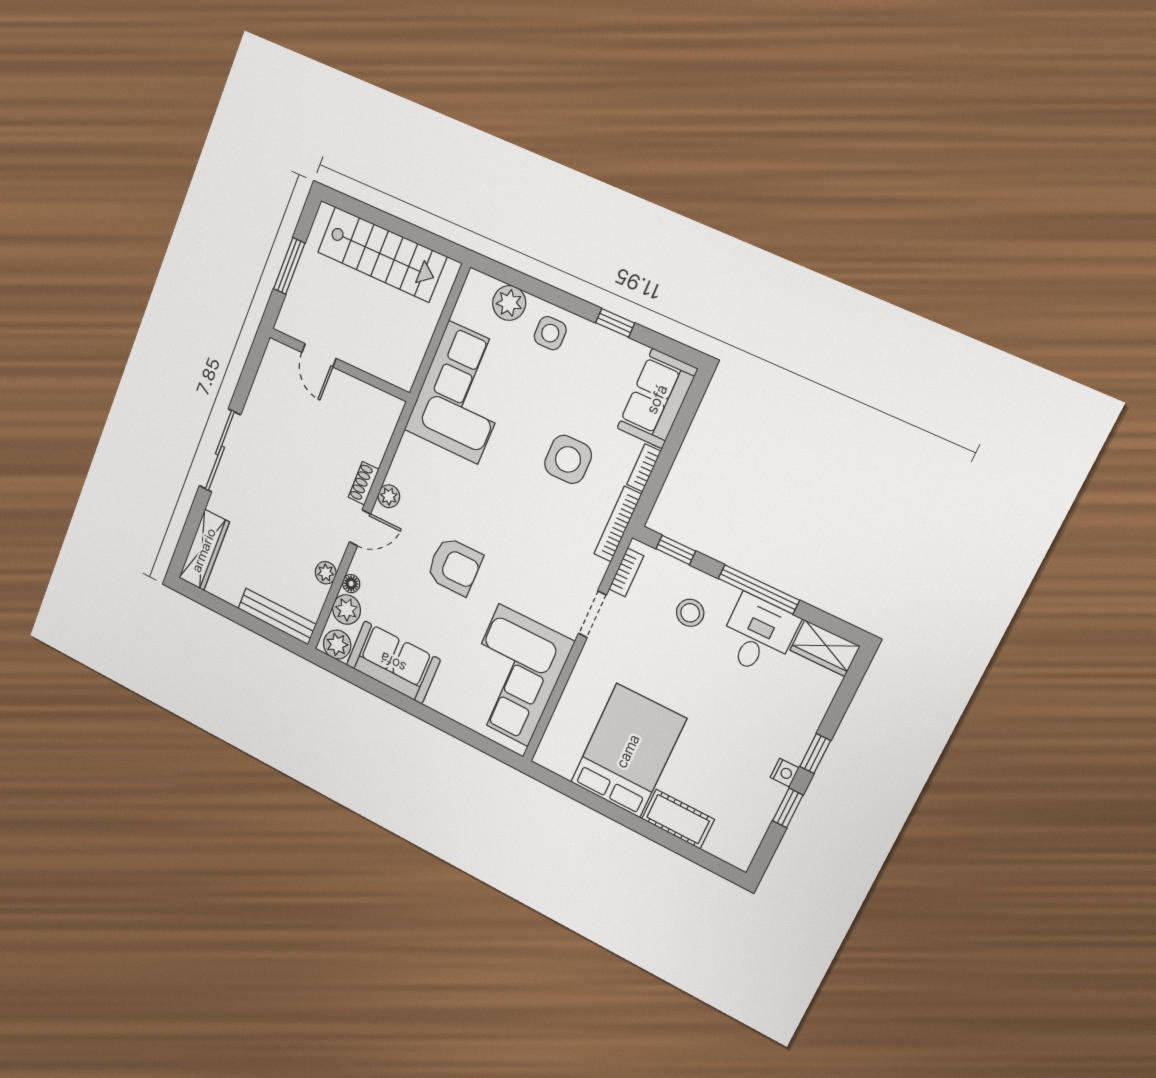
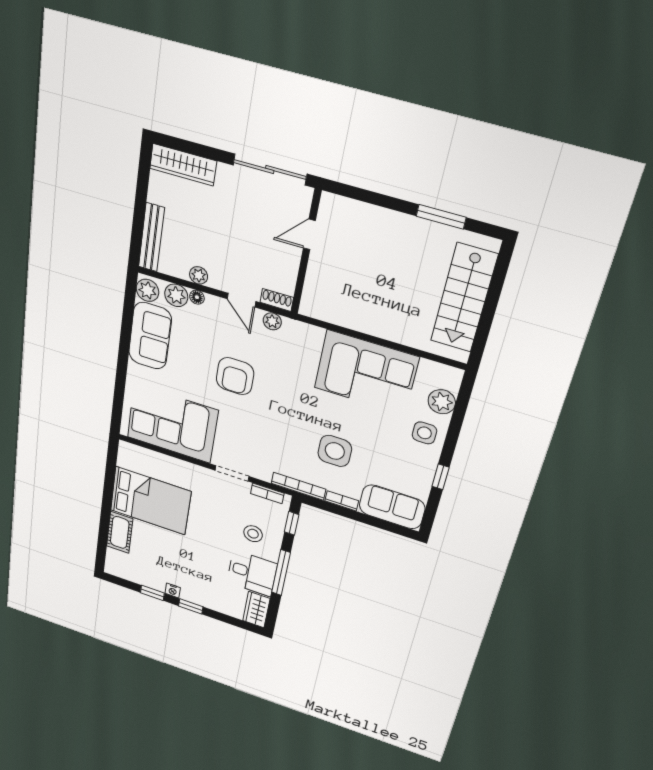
door: (319, 355) -> (309, 234), moved
wall: (339, 365) -> (306, 253), moved

